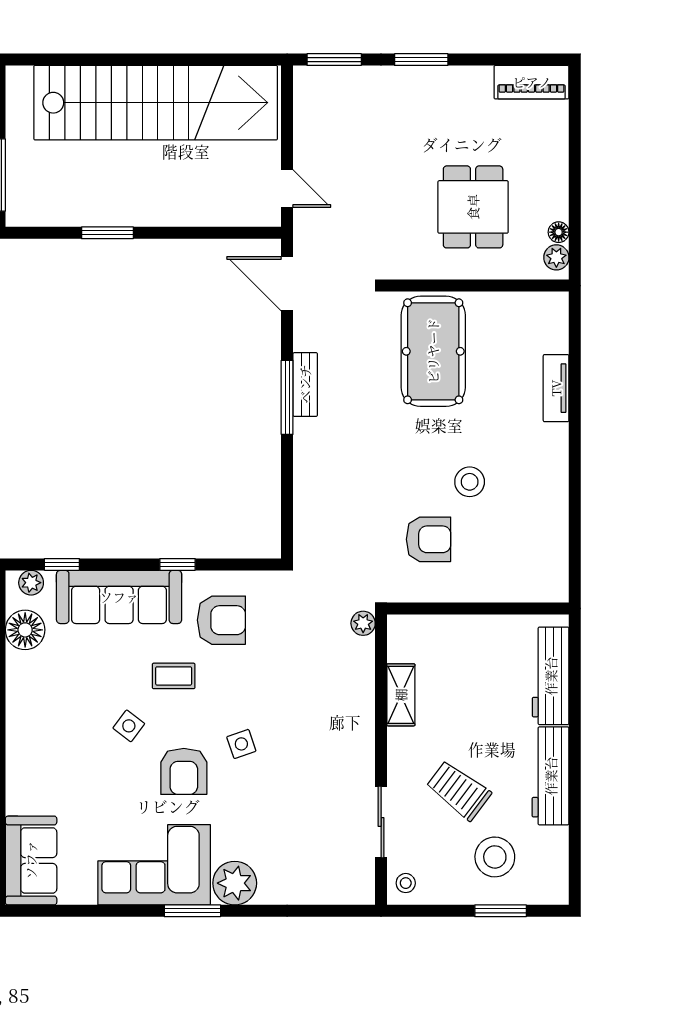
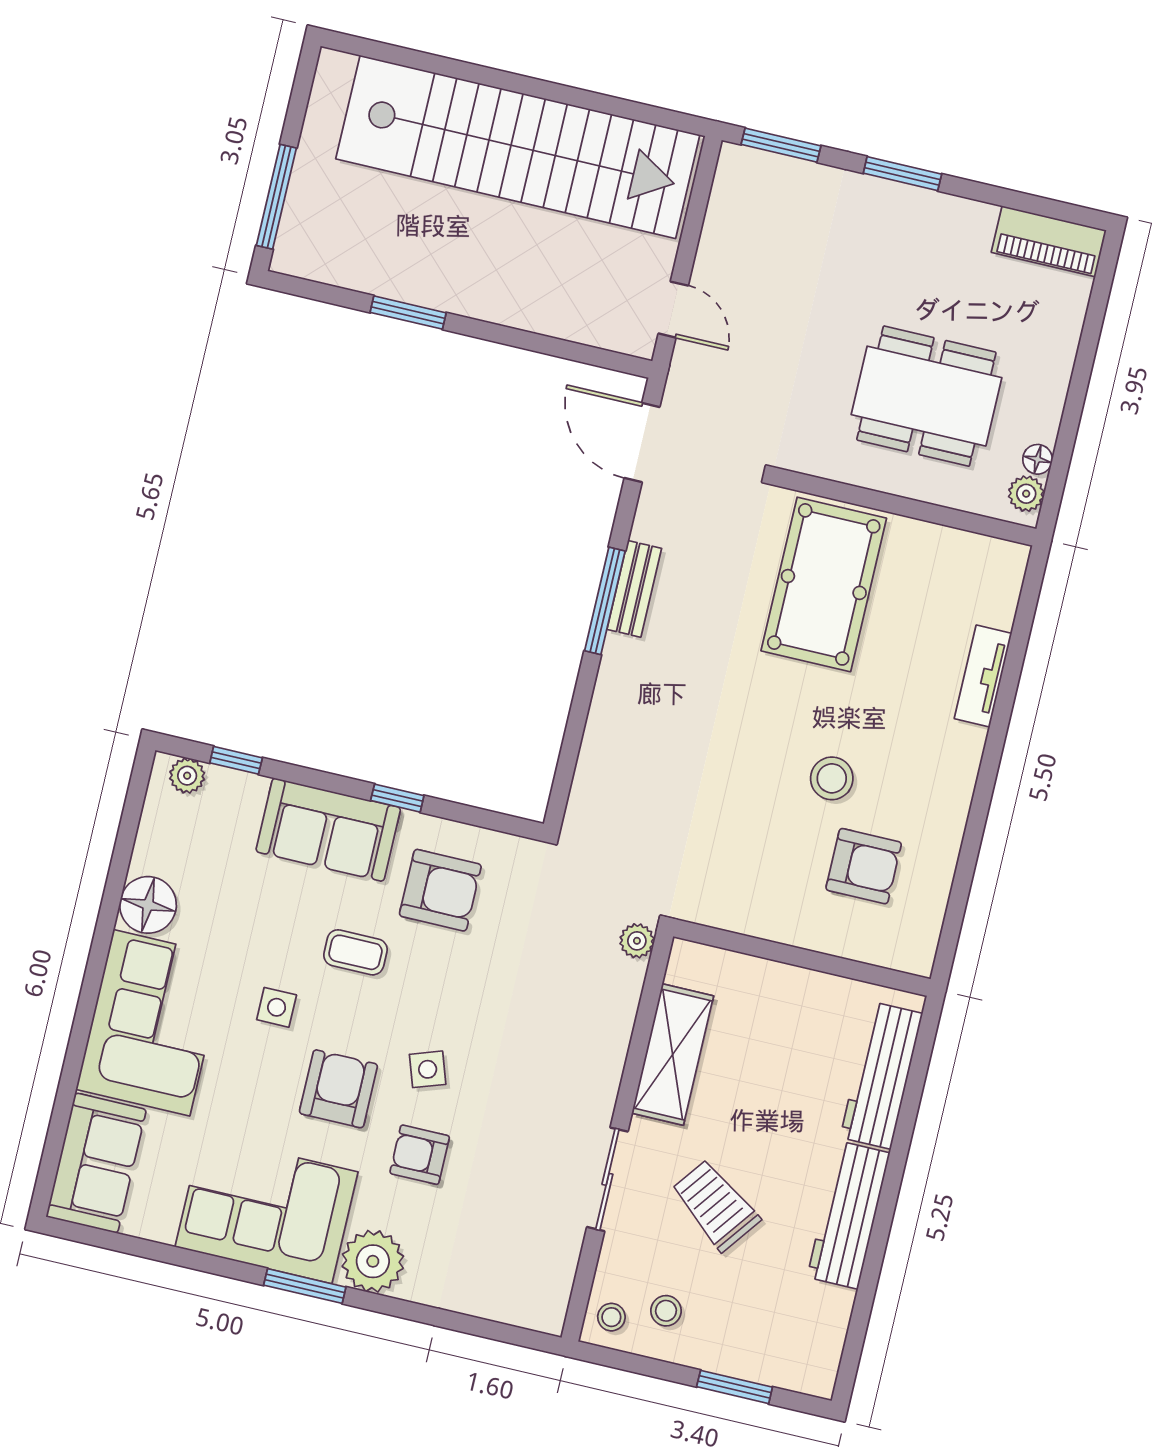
dining table: (473, 207) -> (926, 396), width x1.38
armchair: (429, 539) -> (864, 866), moved
sofa: (119, 597) -> (328, 830), width x0.73
floor lamp: (25, 630) -> (148, 905), moved
shelving: (401, 695) -> (673, 1054), width x1.50, depth x1.33
side table: (129, 726) -> (277, 1007), turned -37
corner sofa: (46, 756) -> (151, 1023), added
armchair: (184, 771) -> (338, 1089), turned 180
armchair: (250, 803) -> (420, 1155), added
sliding door: (381, 822) -> (607, 1179), moved
stool: (495, 857) -> (666, 1311), moved, width x0.53, depth x0.53

